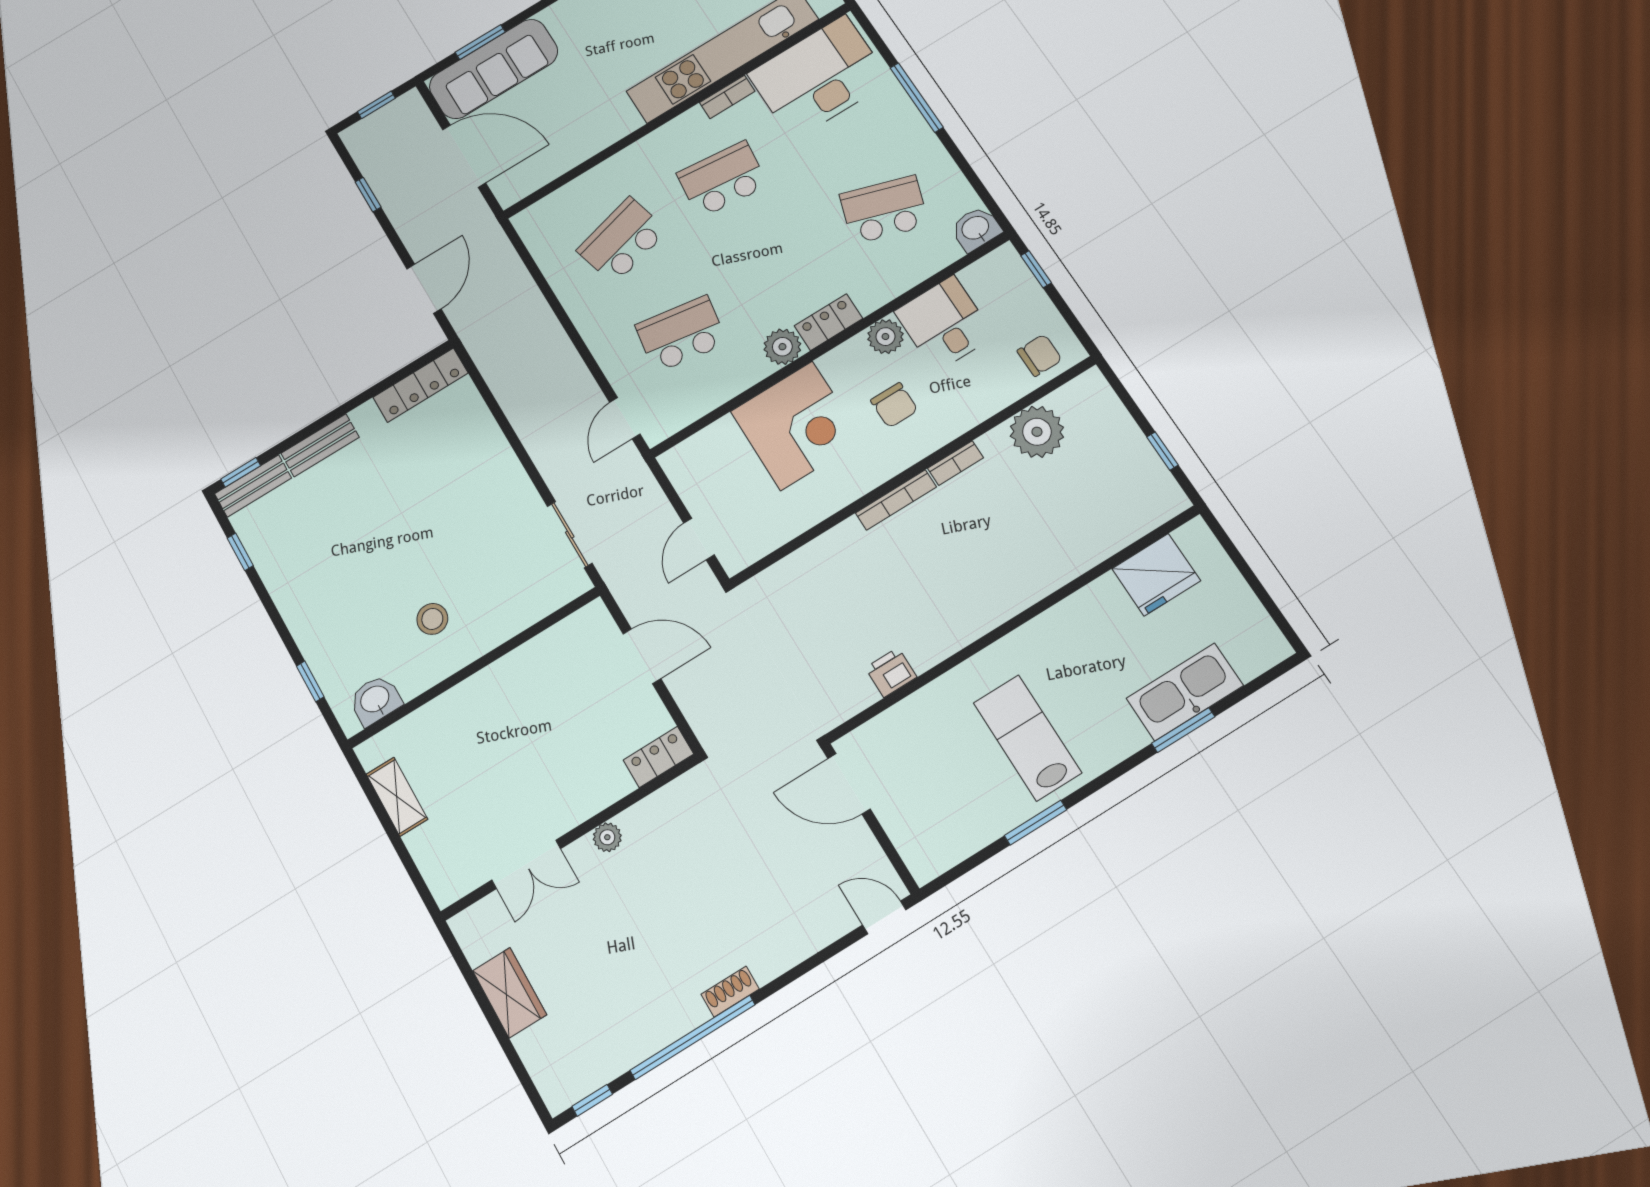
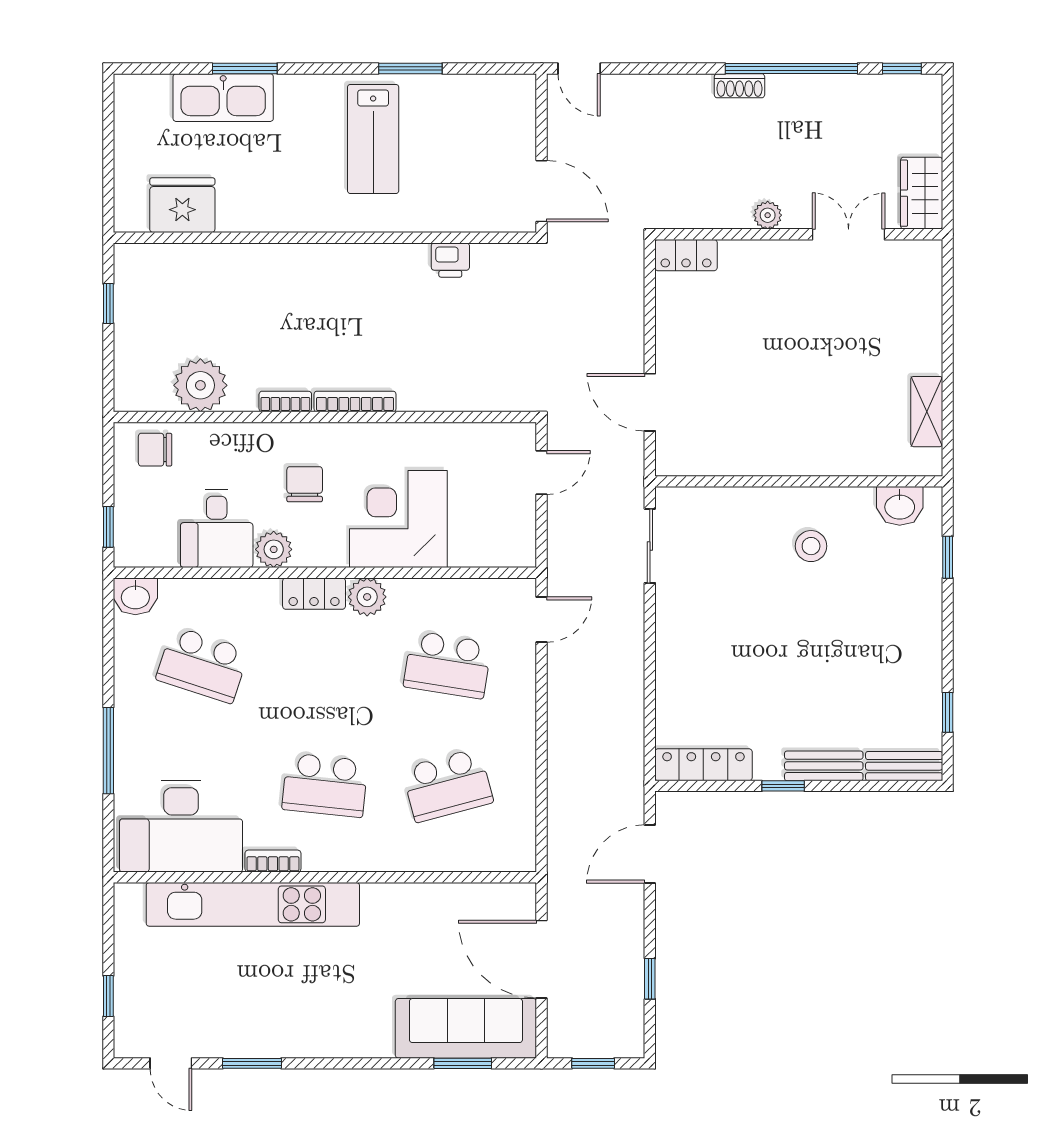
window: (241, 472) -> (783, 786), moved
locker: (658, 757) -> (686, 255), moved
wall: (570, 837) -> (799, 234), moved
plant: (607, 837) -> (768, 215), moved
double door: (526, 864) -> (849, 234), moved

